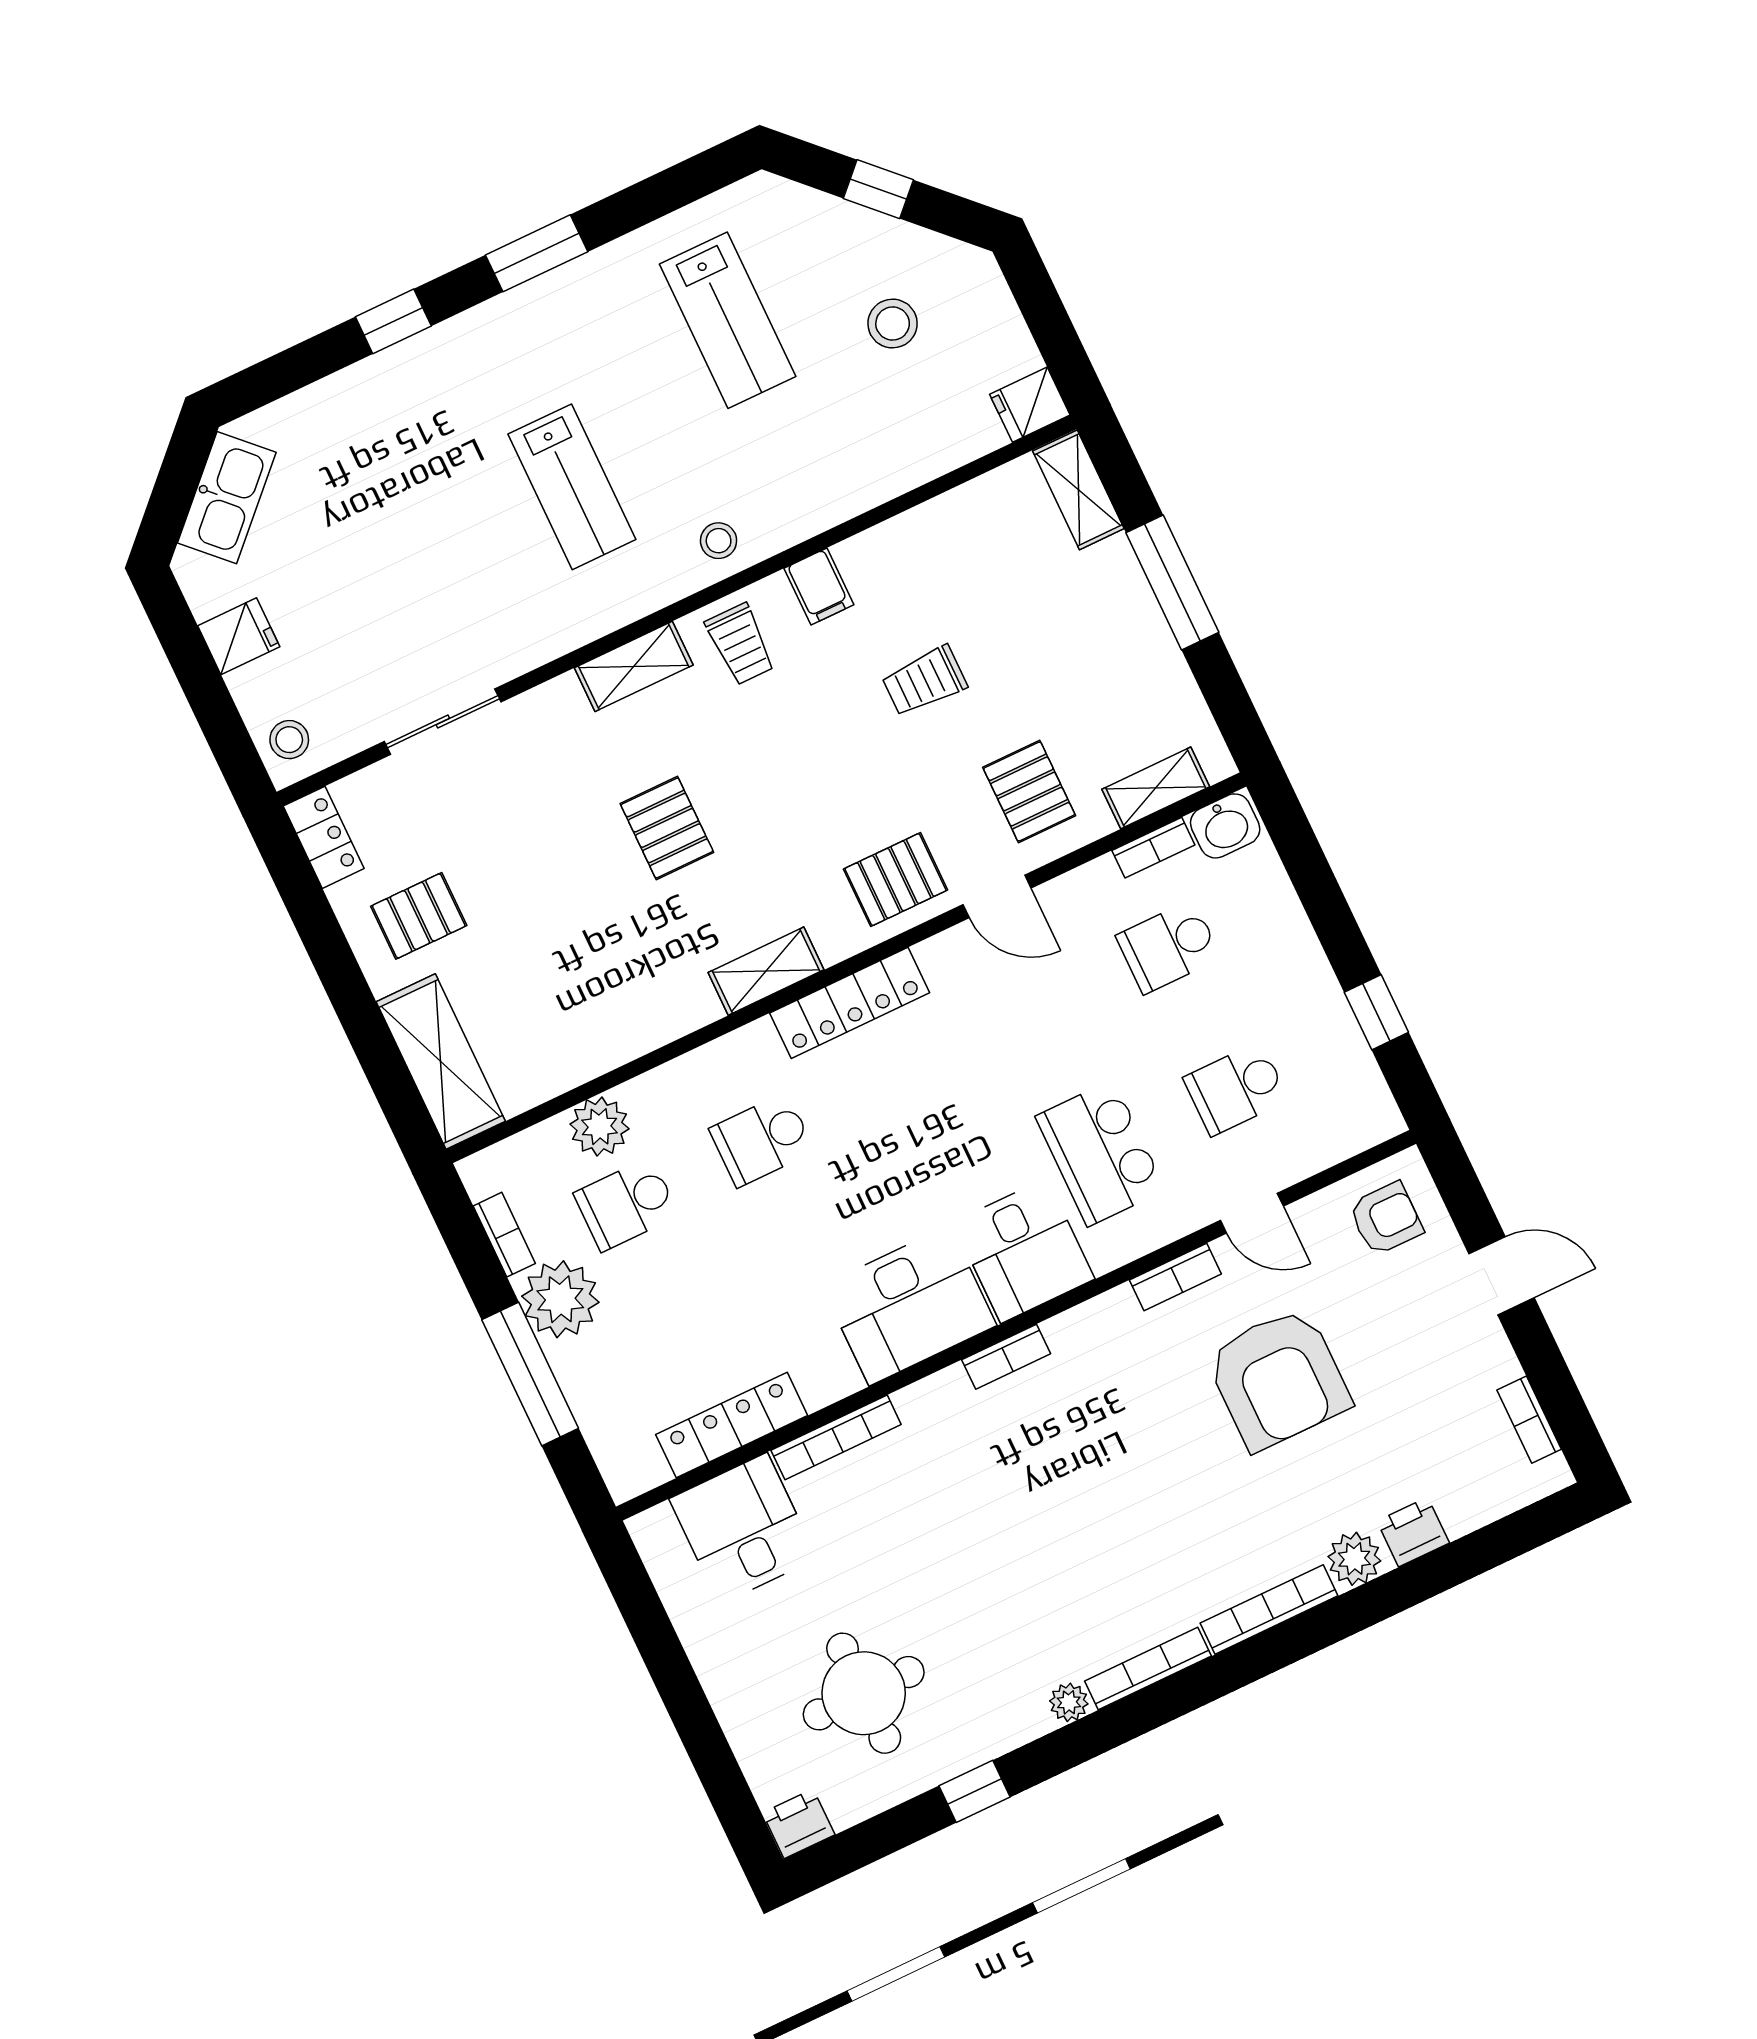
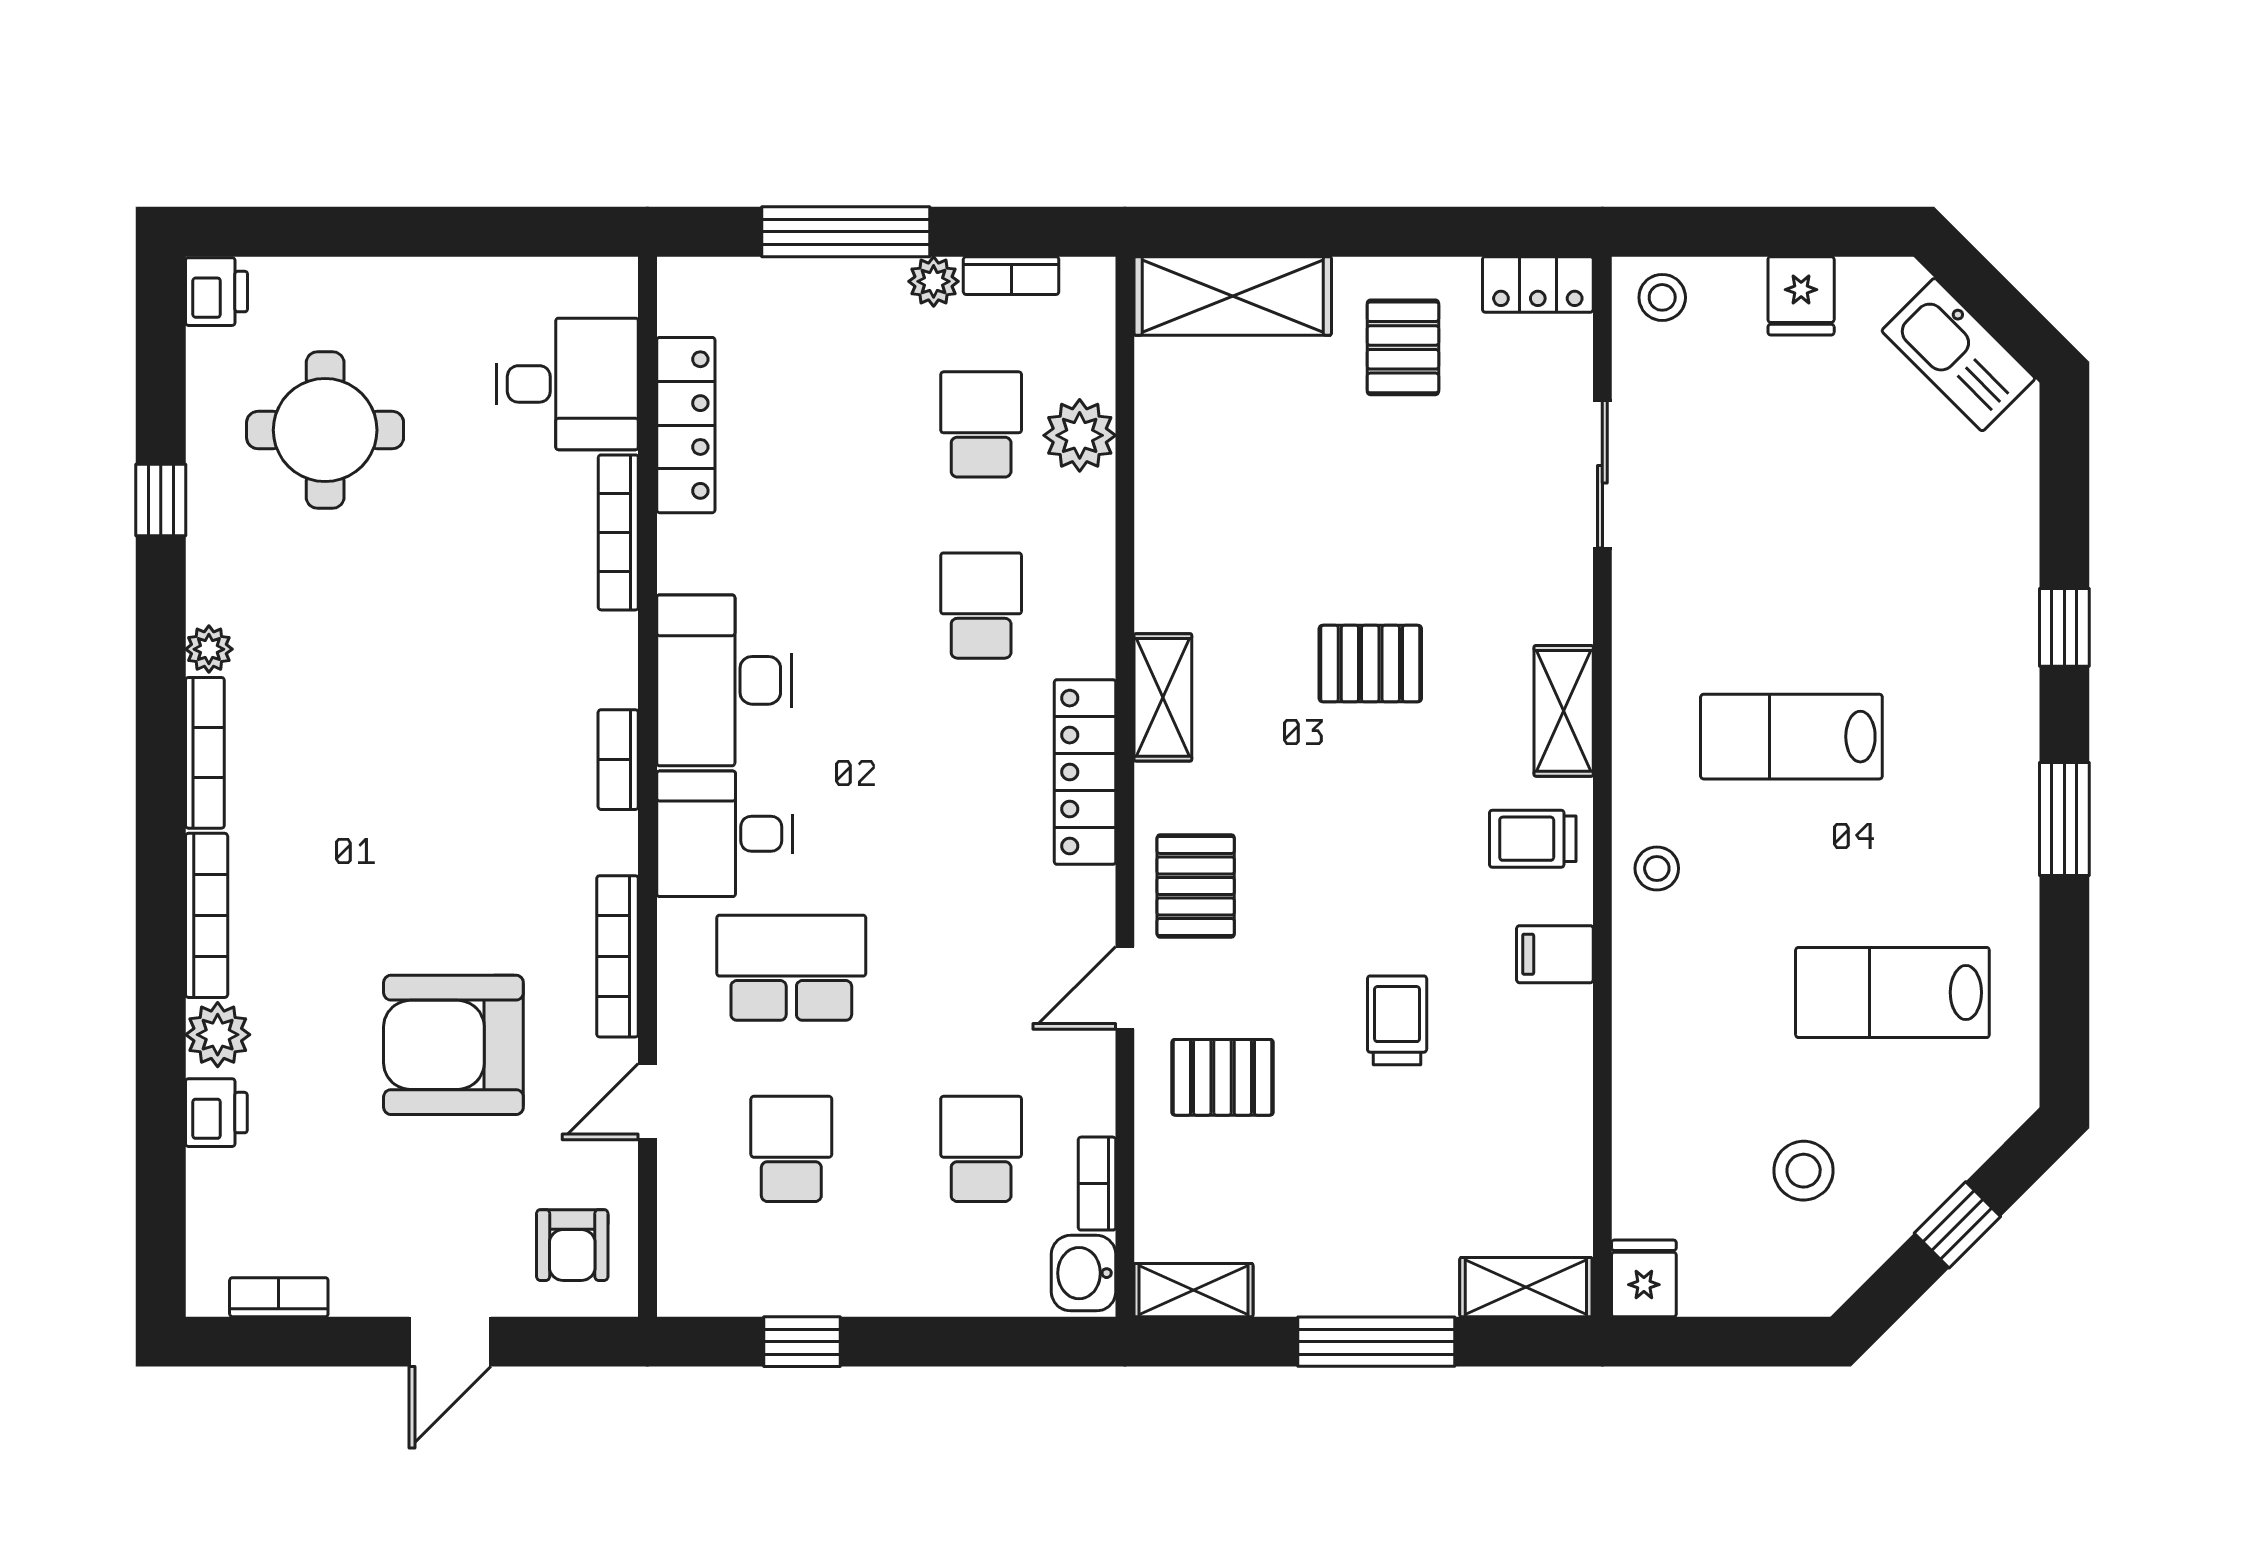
shelving: (1156, 788) -> (1194, 1290), moved, turned 90
bookcase: (1175, 1277) -> (618, 956), width x1.56
plant: (560, 1299) -> (934, 281), width x0.53, depth x0.53

